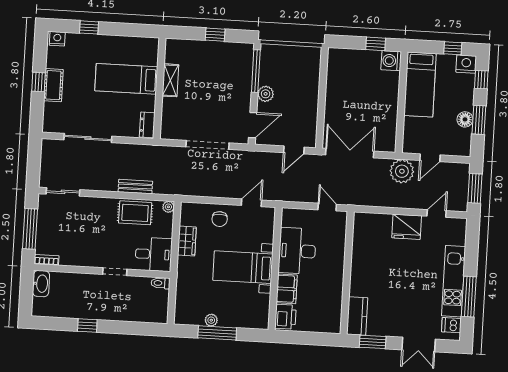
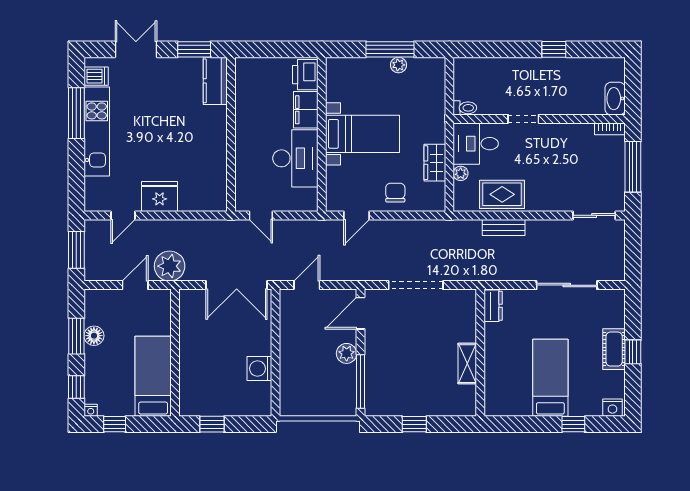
washing machine: (391, 61) -> (259, 369), moved, turned 180
nightstand: (466, 64) -> (91, 410), width x0.53, depth x0.56
bed: (126, 79) -> (550, 378), moved, turned -90
plant: (168, 207) -> (461, 173), moved

